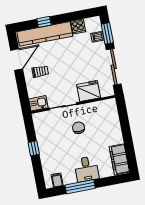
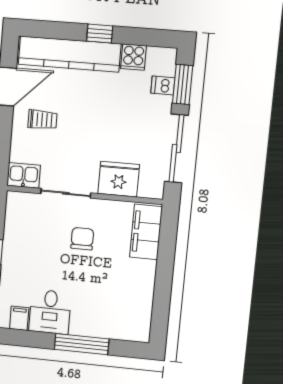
window: (44, 22) -> (100, 34), moved
filing cabinet: (119, 159) -> (146, 232), moved
desk: (86, 169) -> (50, 312), moved
window: (80, 187) -> (82, 344), moved

